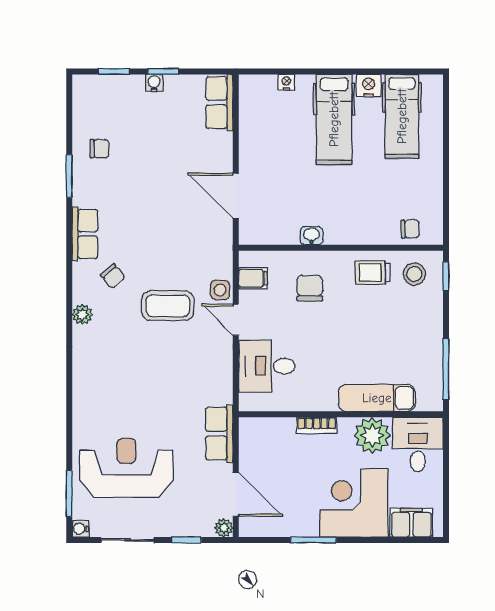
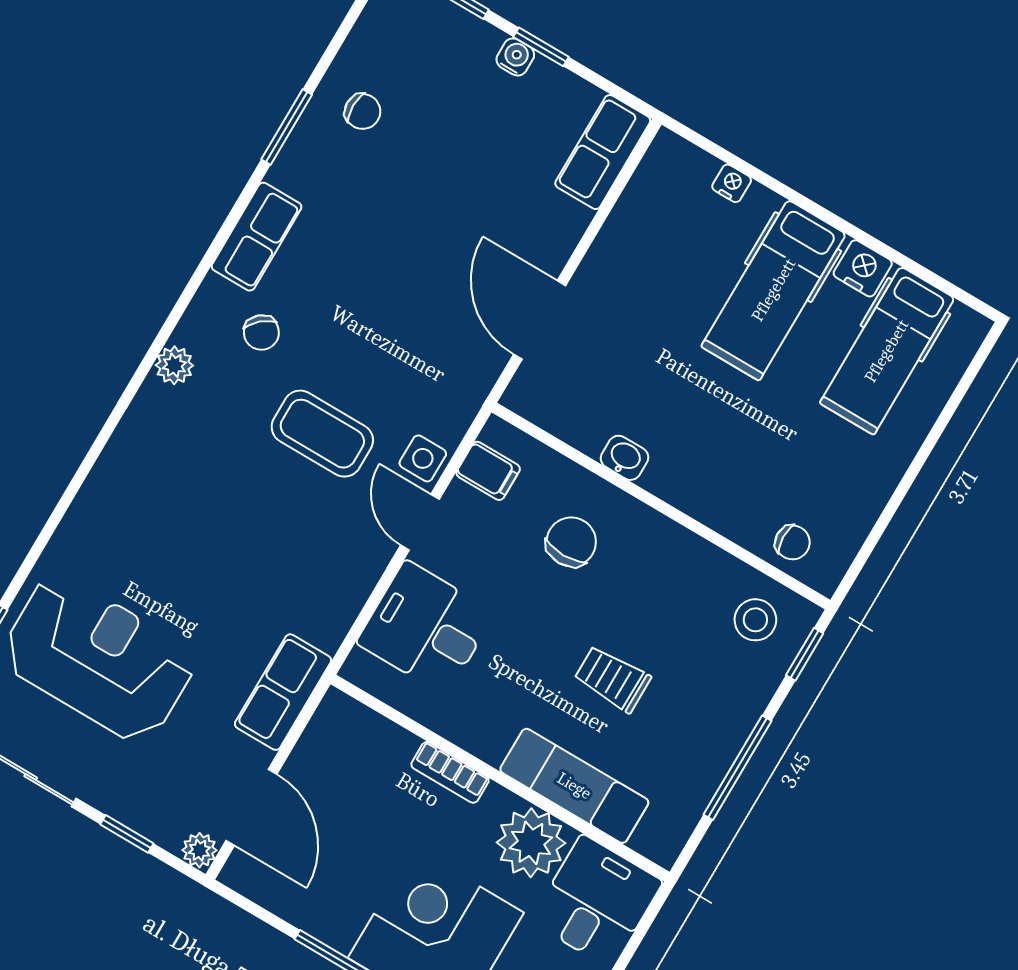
trolley: (373, 273) -> (612, 679), moved
window: (446, 369) -> (738, 768), moved

